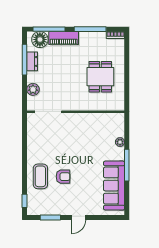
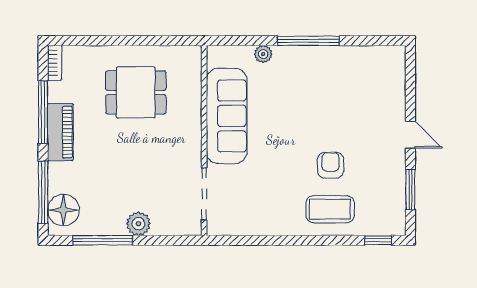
piano: (64, 38) -> (60, 132), moved
dresser: (32, 61) -> (106, 225), removed
plant: (33, 89) -> (138, 224), moved
sofa: (114, 186) -> (227, 116), moved, turned -90

